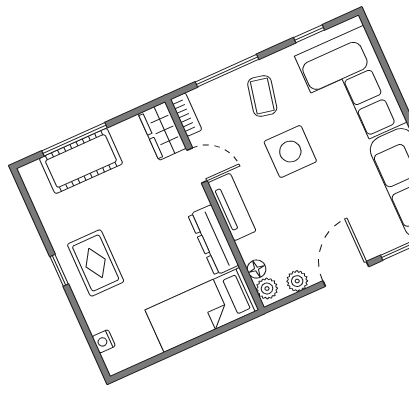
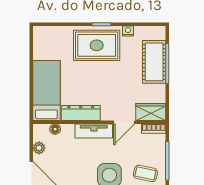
rug: (96, 263) -> (97, 45), width x1.36, depth x1.43
plant: (267, 289) -> (42, 130), removed
nightstand: (104, 341) -> (128, 31), moved

